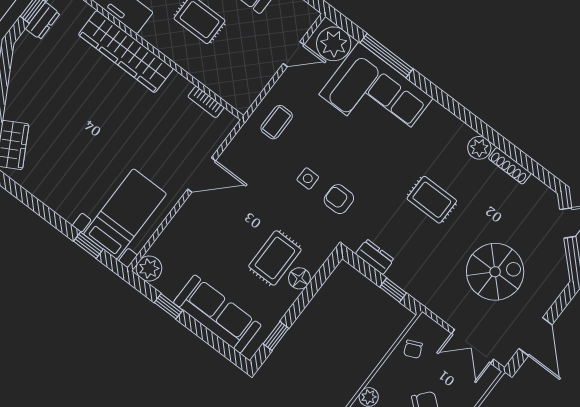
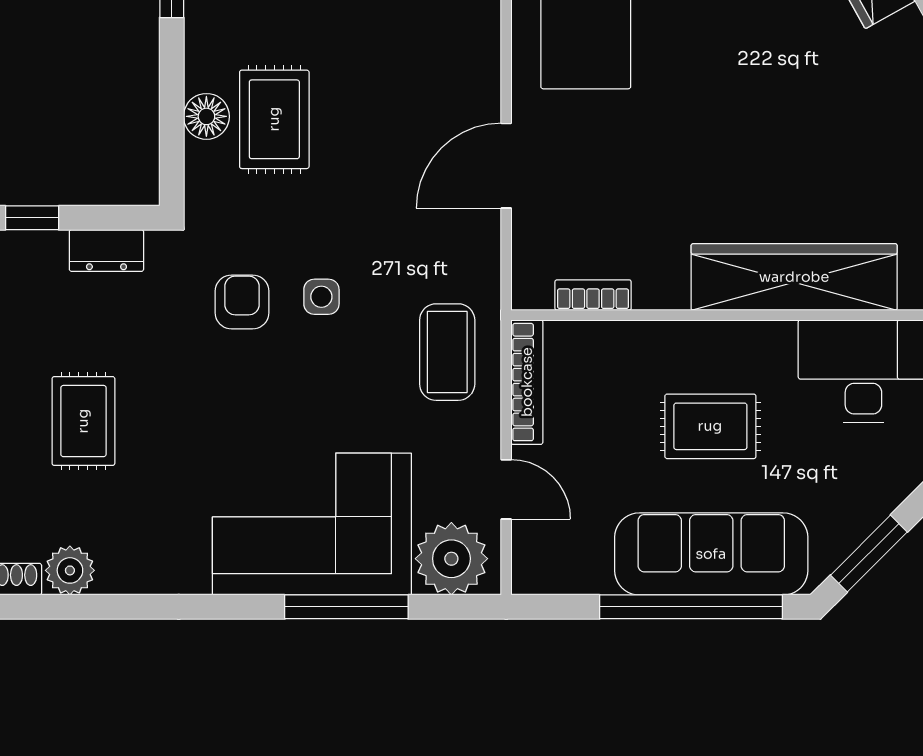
door: (294, 54) -> (506, 489), swing flipped
bookcase: (255, 88) -> (527, 382), added
coffee table: (277, 122) -> (447, 352), width x1.36, depth x1.30
armchair: (339, 199) -> (242, 302), turned -90
rug: (432, 200) -> (83, 421), turned 90

